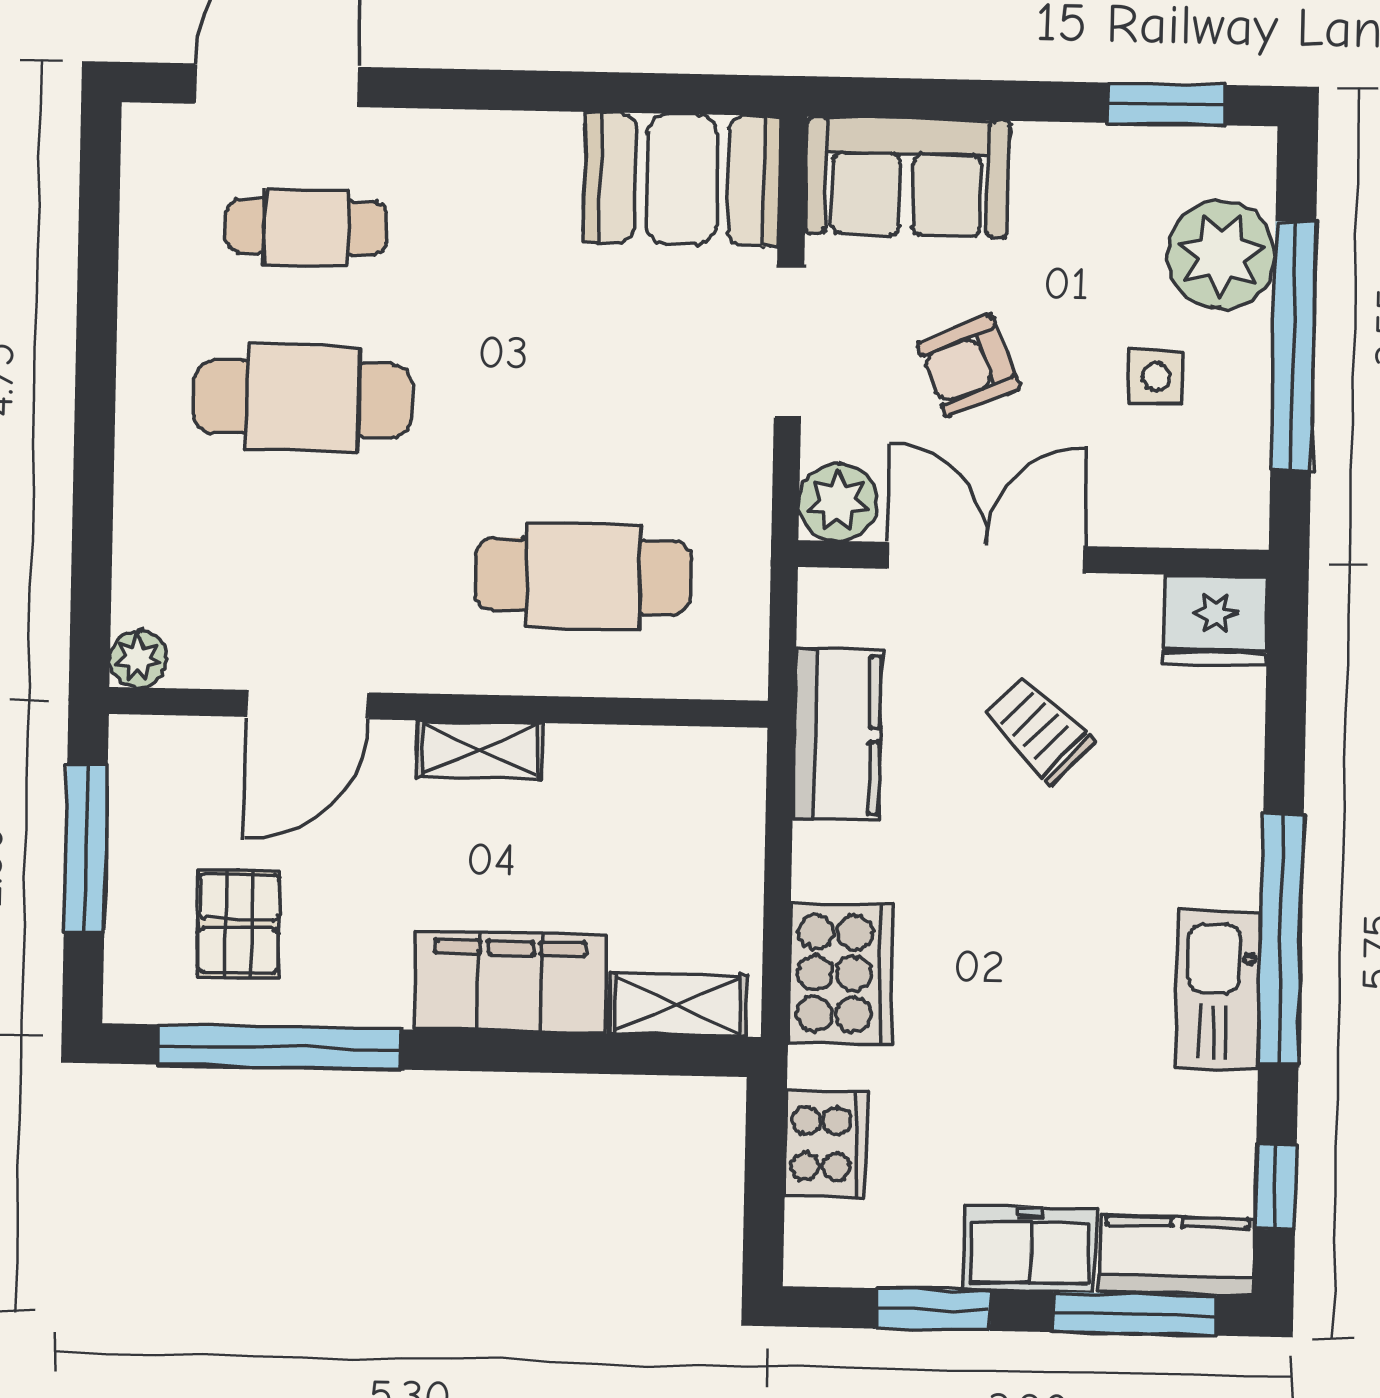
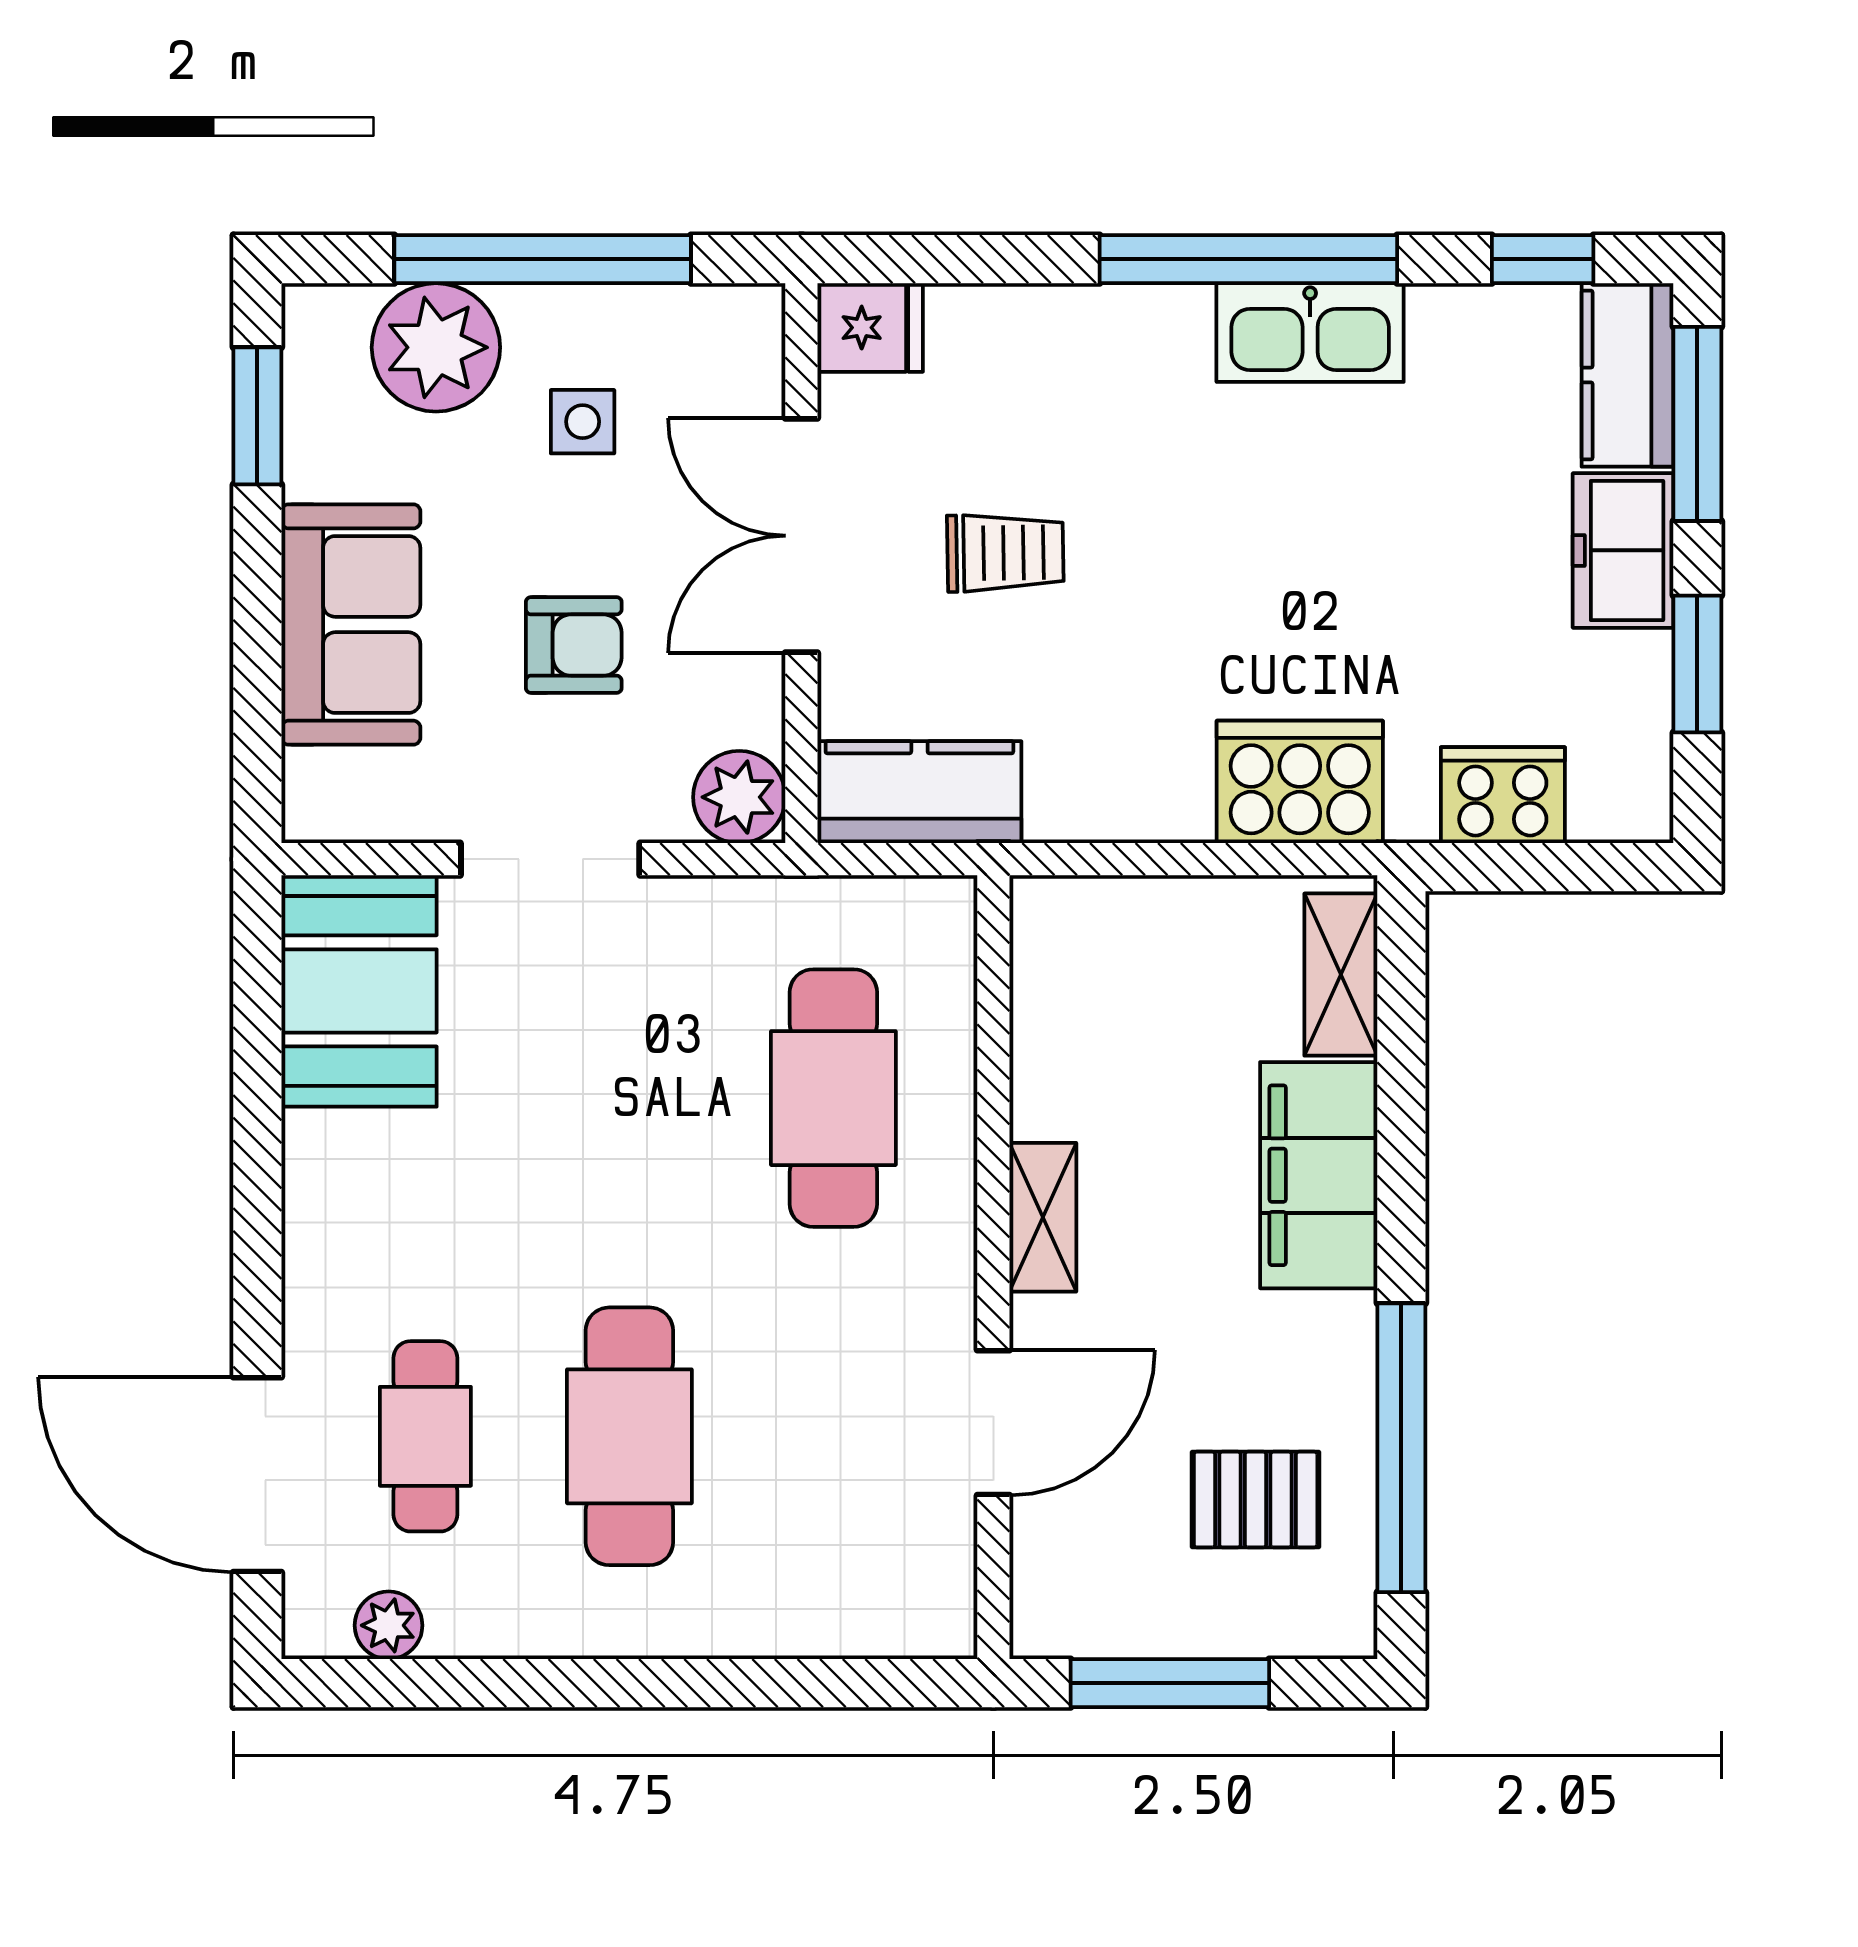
sofa: (907, 177) -> (351, 625), moved
armchair: (969, 366) -> (574, 645), turned -67
double door: (986, 557) -> (801, 536), moved
fridge: (1216, 620) -> (870, 328), width x0.72
plant: (138, 659) -> (389, 1625), moved
door: (308, 705) -> (993, 1423), hinge flipped
trolley: (1038, 730) -> (1005, 553), turned -135
kitchen counter: (837, 734) -> (919, 792), moved

